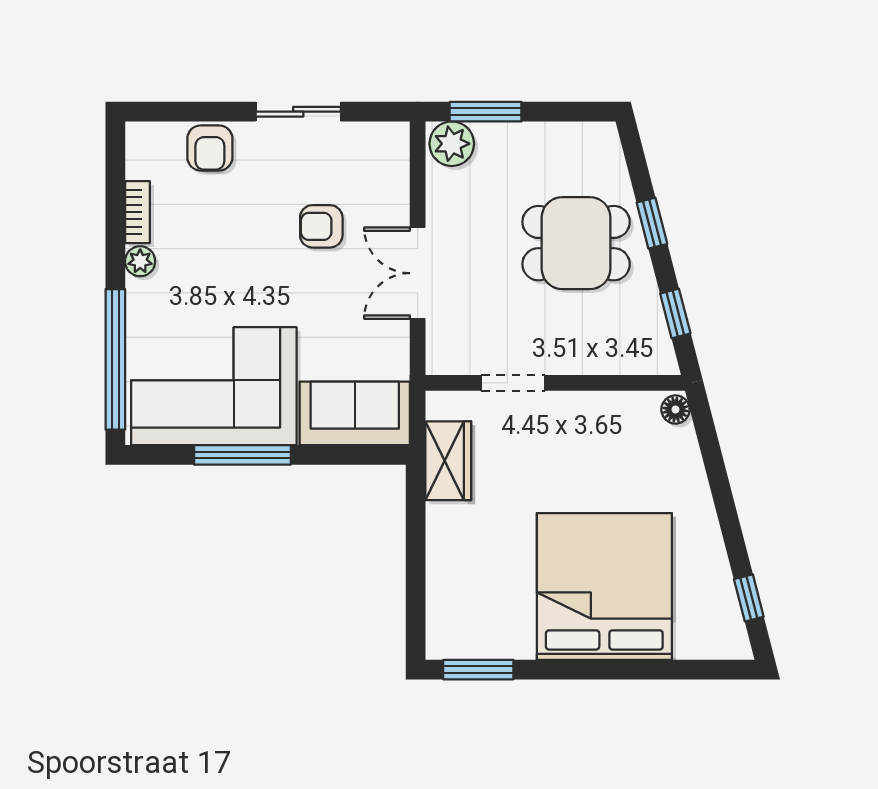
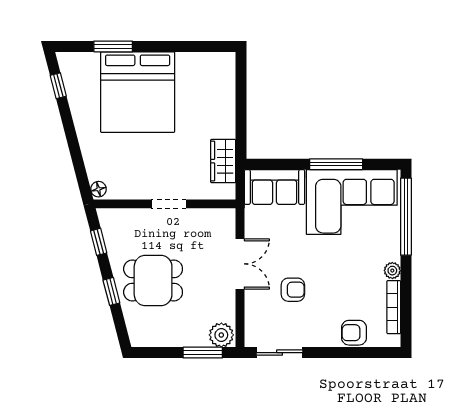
sliding door: (298, 112) -> (280, 353), moved
armchair: (210, 148) -> (354, 333), turned -90
bookcase: (137, 212) -> (394, 307), width x1.56
doorway: (513, 383) -> (169, 204), moved
window: (478, 670) -> (113, 46), moved

